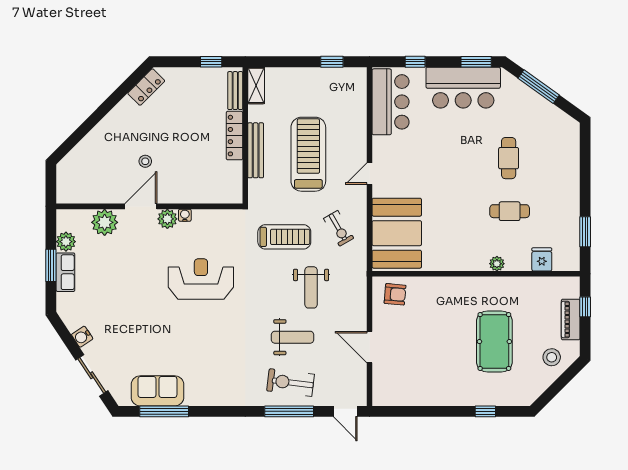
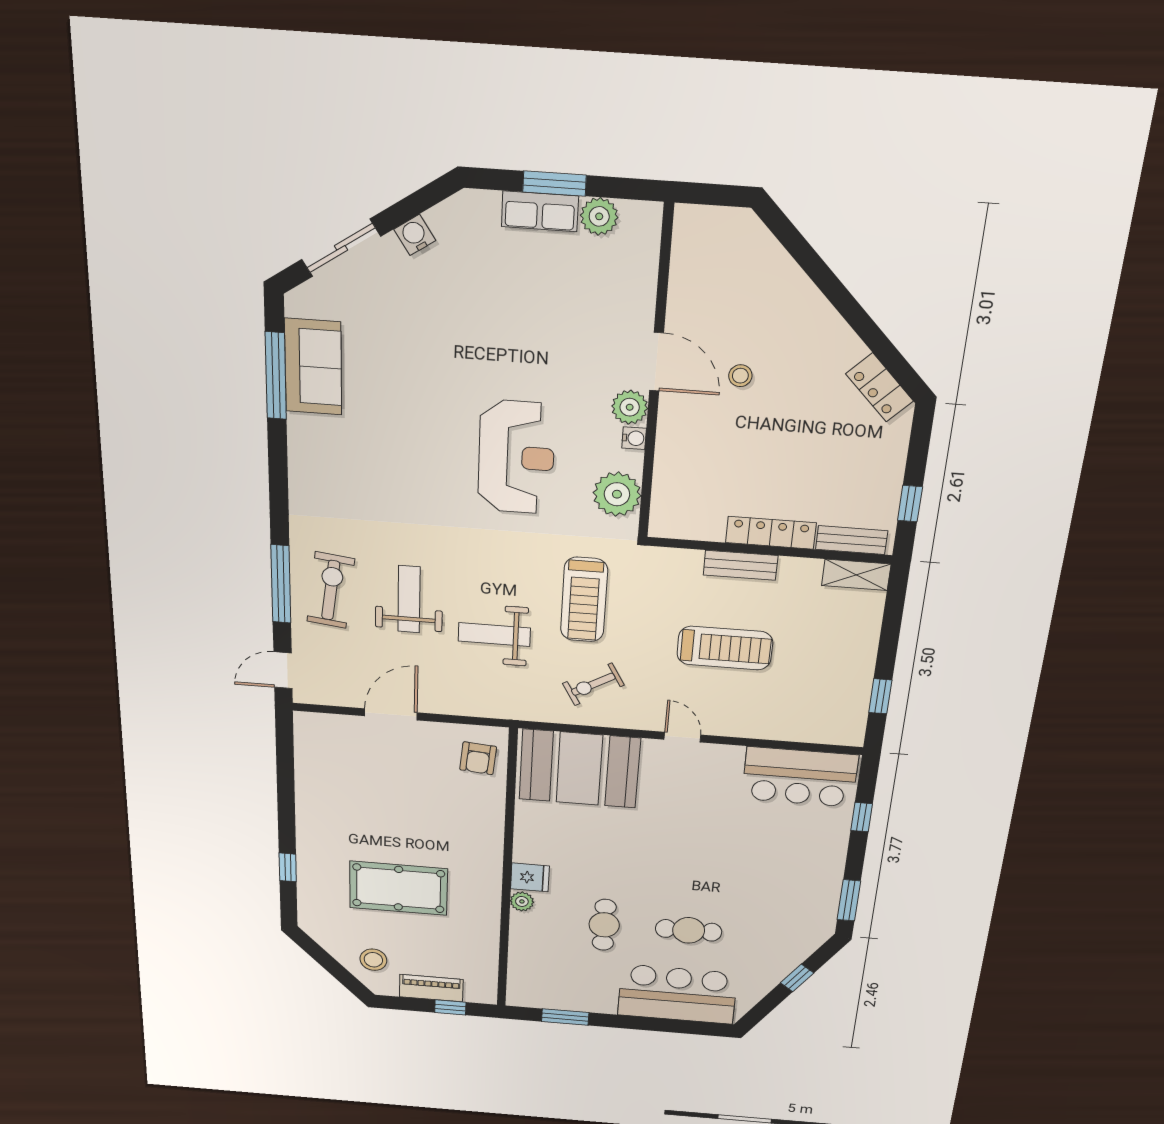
window: (539, 87) -> (797, 978), width x0.46
bar counter: (463, 88) -> (677, 994), moved, turned 90
bench: (256, 150) -> (741, 565), width x0.73
treadmill: (308, 154) -> (725, 648), width x0.73, depth x0.73
plant: (105, 222) -> (617, 494), moved
fridge: (542, 259) -> (530, 877), moved
weight bench: (293, 337) -> (409, 599), turned 180

